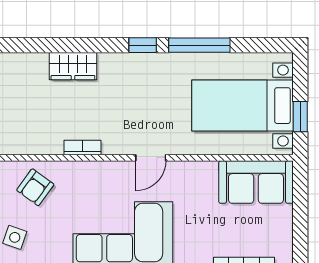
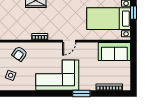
window: (300, 117) -> (134, 13), moved

